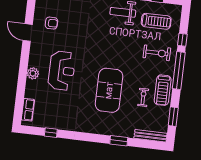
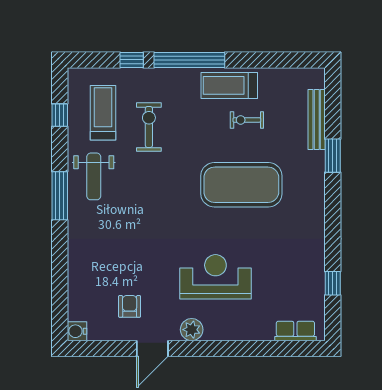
exercise bike: (157, 53) -> (149, 127), moved
plant: (33, 73) -> (192, 330), moved
treadmill: (163, 90) -> (229, 85), turned 180
window: (173, 117) -> (276, 60), removed
bench: (150, 136) -> (317, 120), moved

